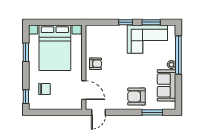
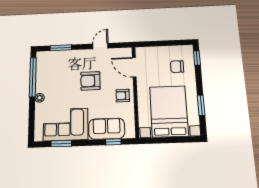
window: (126, 22) -> (113, 142), moved
window: (178, 55) -> (33, 77), moved
sofa: (166, 85) -> (107, 129), moved, turned -90
armchair: (136, 97) -> (90, 81), moved, turned 180
door: (99, 112) -> (100, 46), moved

